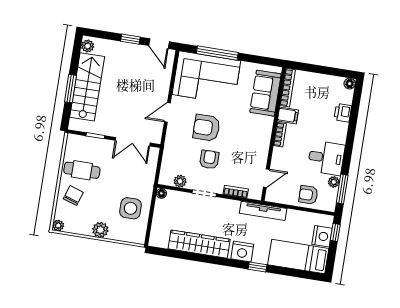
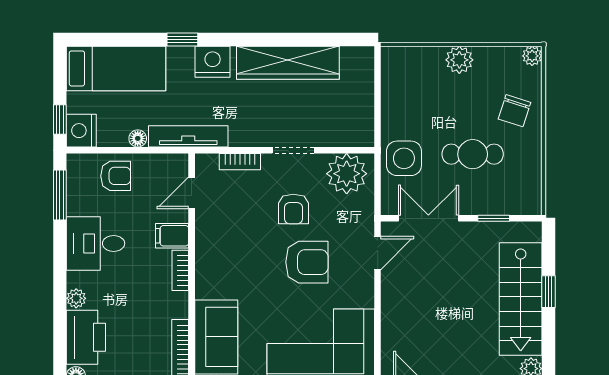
window: (70, 89) -> (548, 292), width x0.67
door: (167, 112) -> (378, 253), moved
printer: (343, 113) -> (86, 337), width x1.87, depth x1.48
filing cabinet: (288, 115) -> (172, 236), moved
cafe table: (82, 170) -> (473, 154), moved
plant: (180, 181) -> (347, 174), width x1.87, depth x1.87
plant: (334, 182) -> (76, 298), moved
floor lamp: (161, 193) -> (138, 138), moved
side table: (131, 208) -> (404, 158), moved
nightstand: (322, 236) -> (81, 131), moved

